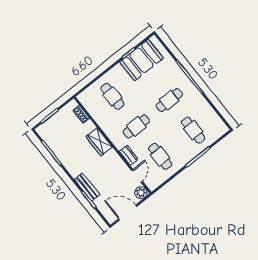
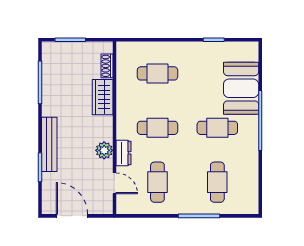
booth: (141, 60) -> (241, 88), moved, turned 90
cafe table: (112, 96) -> (157, 73), turned 90
wardrobe: (99, 142) -> (103, 97), moved
door: (137, 176) -> (115, 183), hinge flipped
bench: (87, 187) -> (49, 144), width x1.36
plant: (141, 193) -> (104, 150), moved

